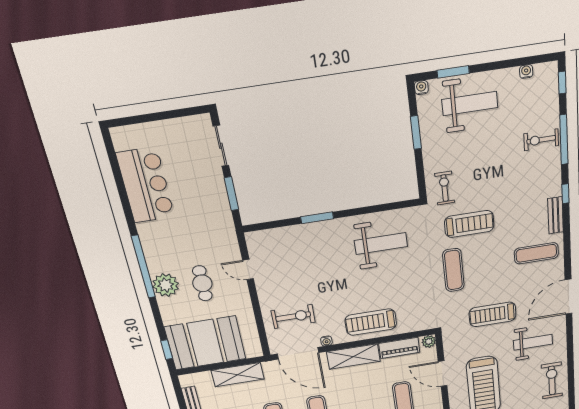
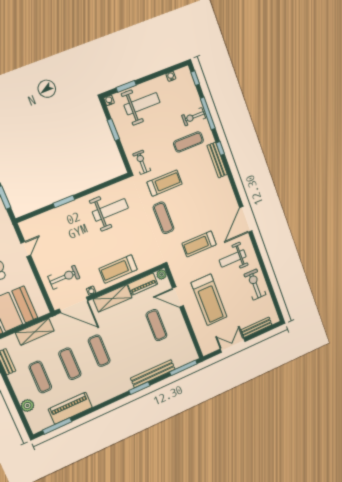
bench: (556, 215) -> (217, 160), width x1.36
exercise mat: (536, 253) -> (188, 142), moved
door: (248, 269) -> (26, 249), swing flipped
weight bench: (533, 342) -> (233, 258), turned 180

